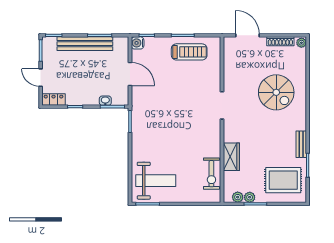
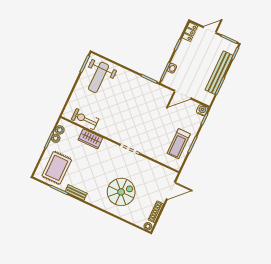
spiral stairs: (276, 92) -> (121, 192), turned 180

